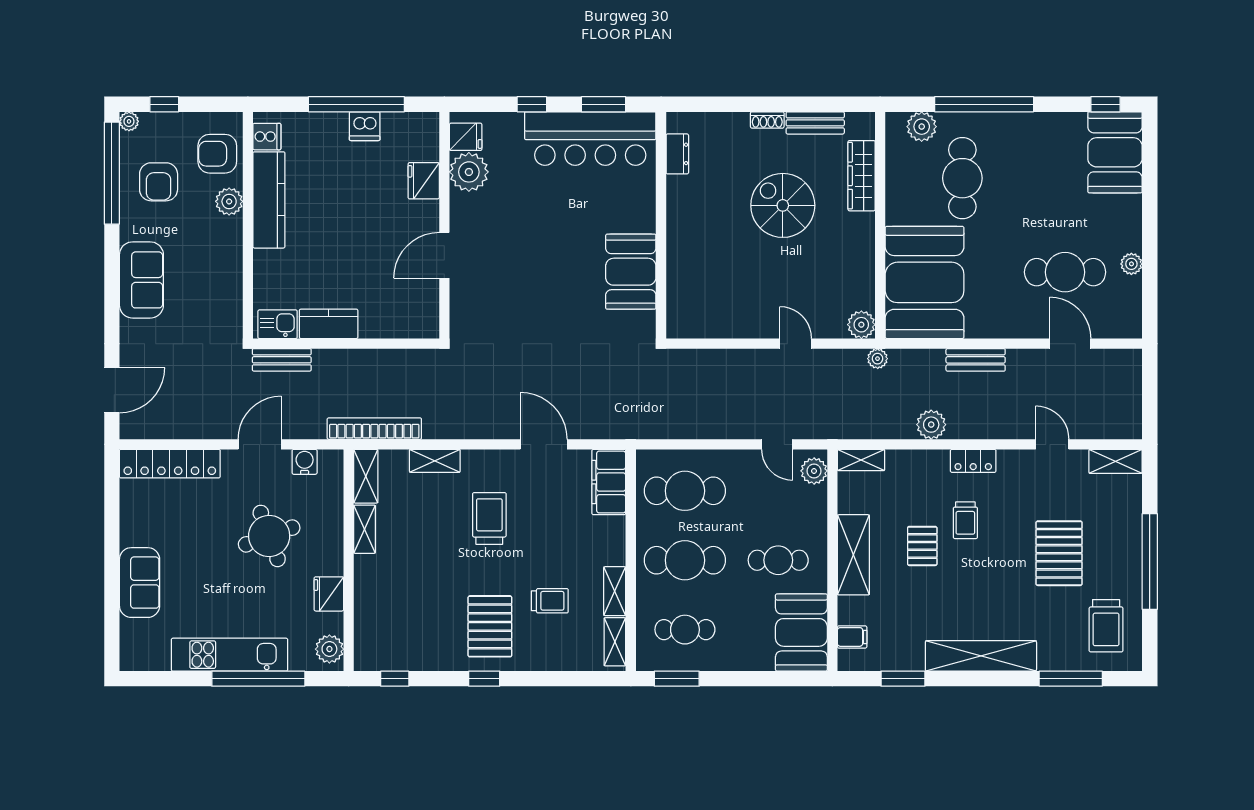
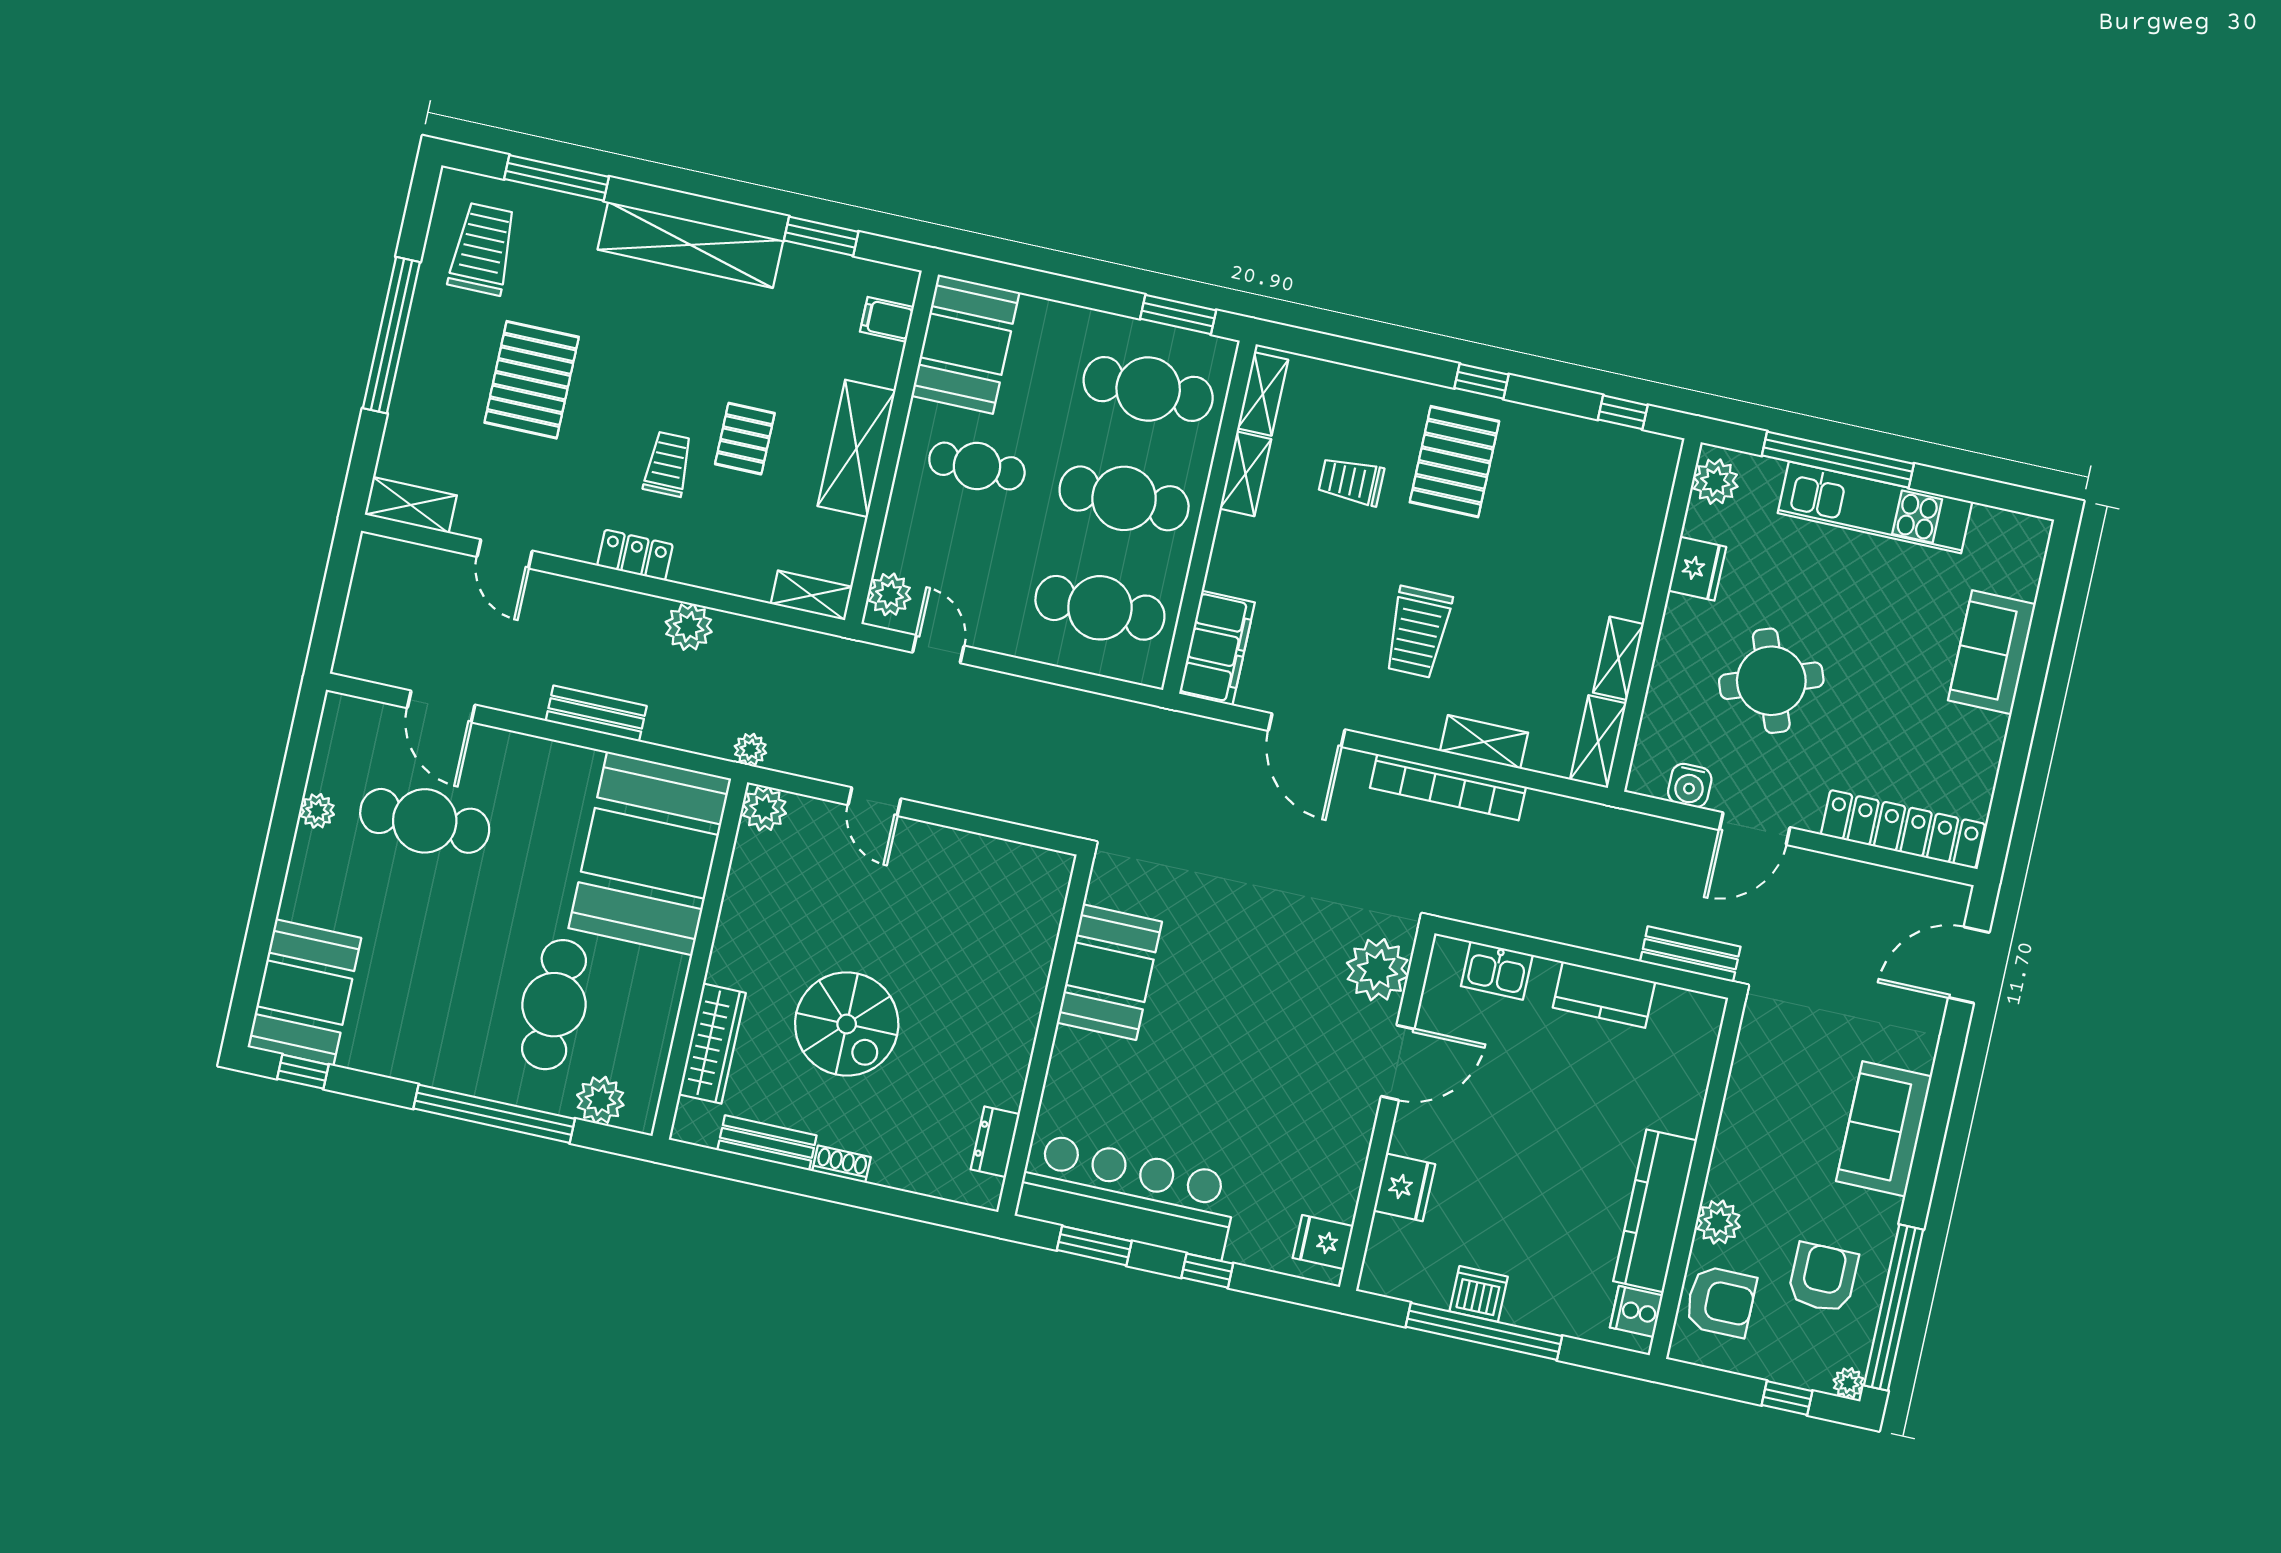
plant: (469, 172) -> (1378, 970), moved
kitchen sink: (278, 324) -> (1497, 970), moved
bookcase: (374, 429) -> (1448, 787), moved
cafe table: (685, 630) -> (1148, 389), width x1.37, depth x1.35

